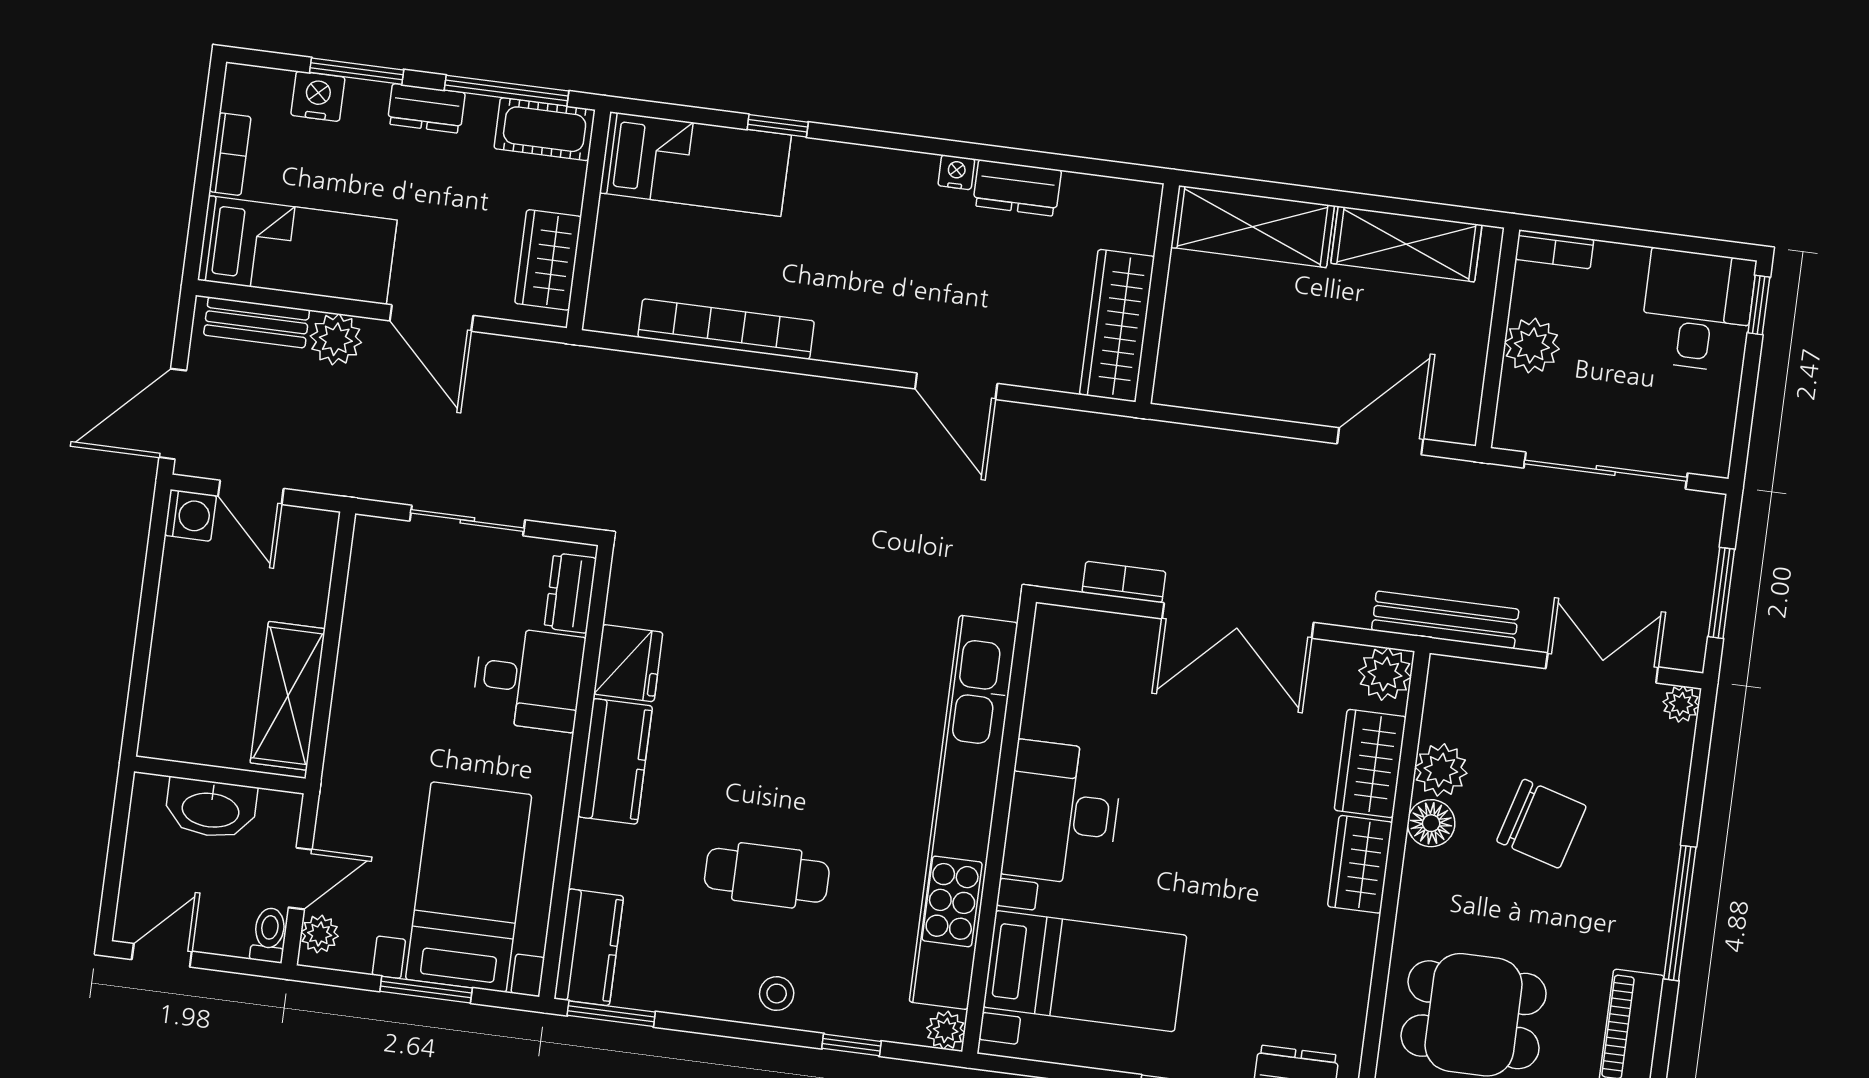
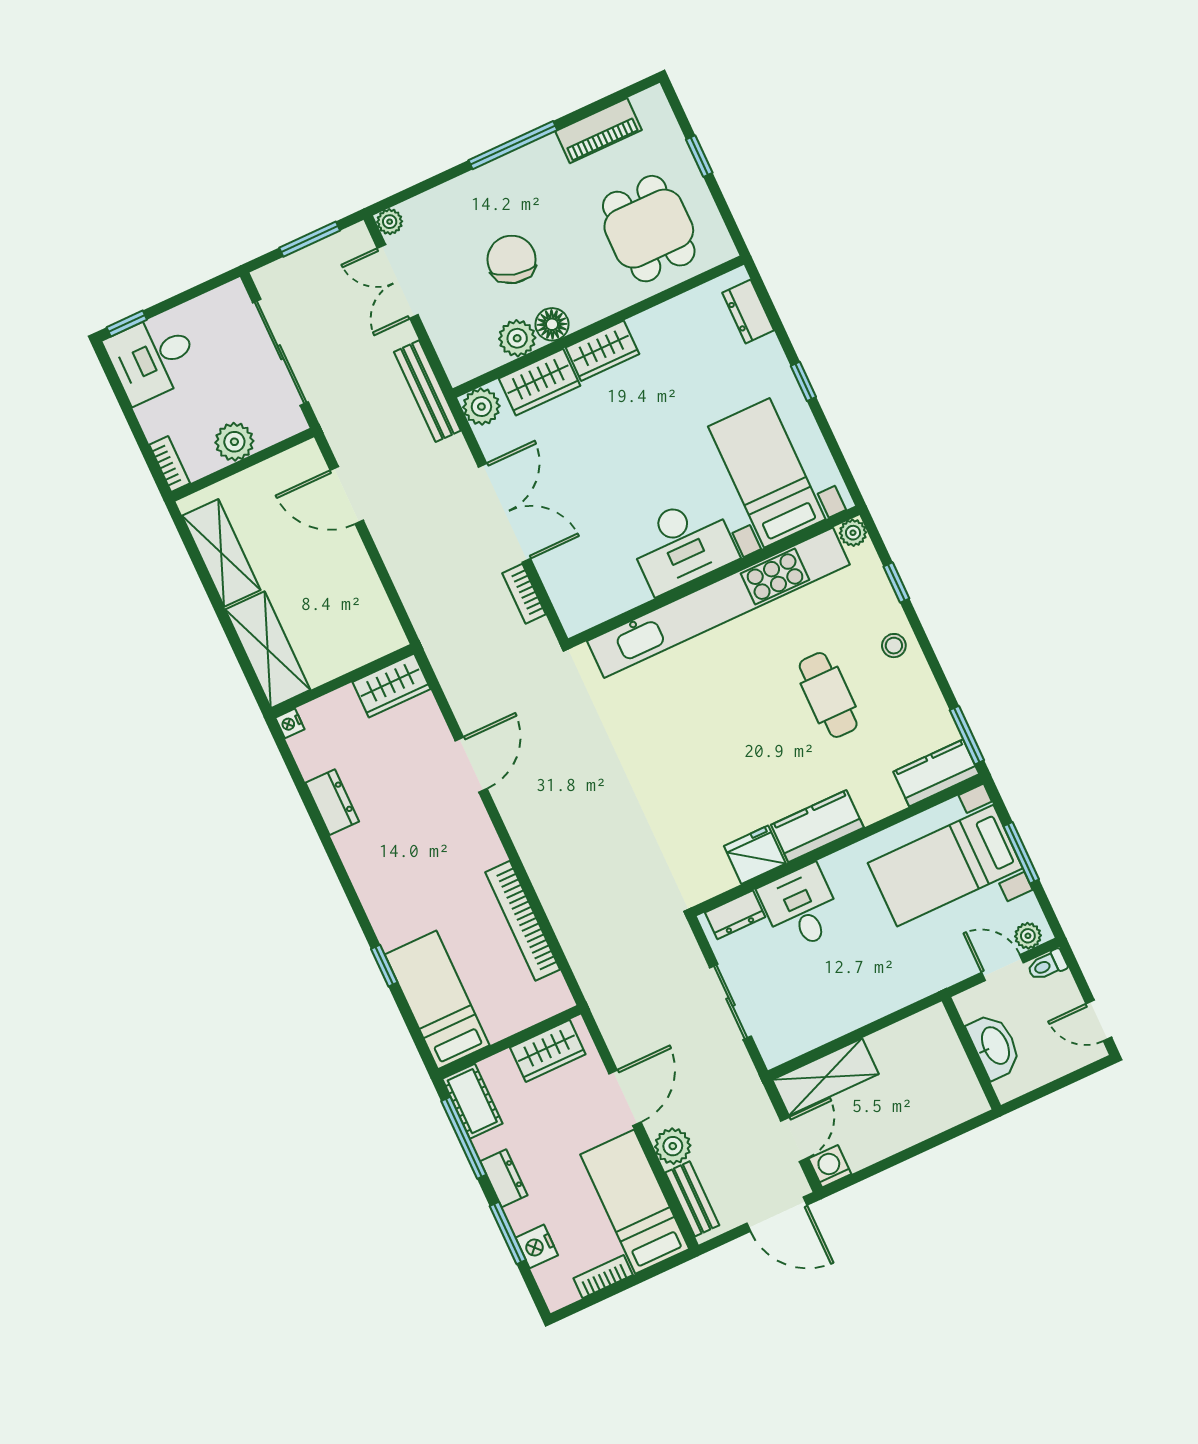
nightstand: (956, 172) -> (290, 723), moved
wardrobe: (1117, 326) -> (391, 686), width x0.67
shelving: (288, 696) -> (825, 1077), moved

